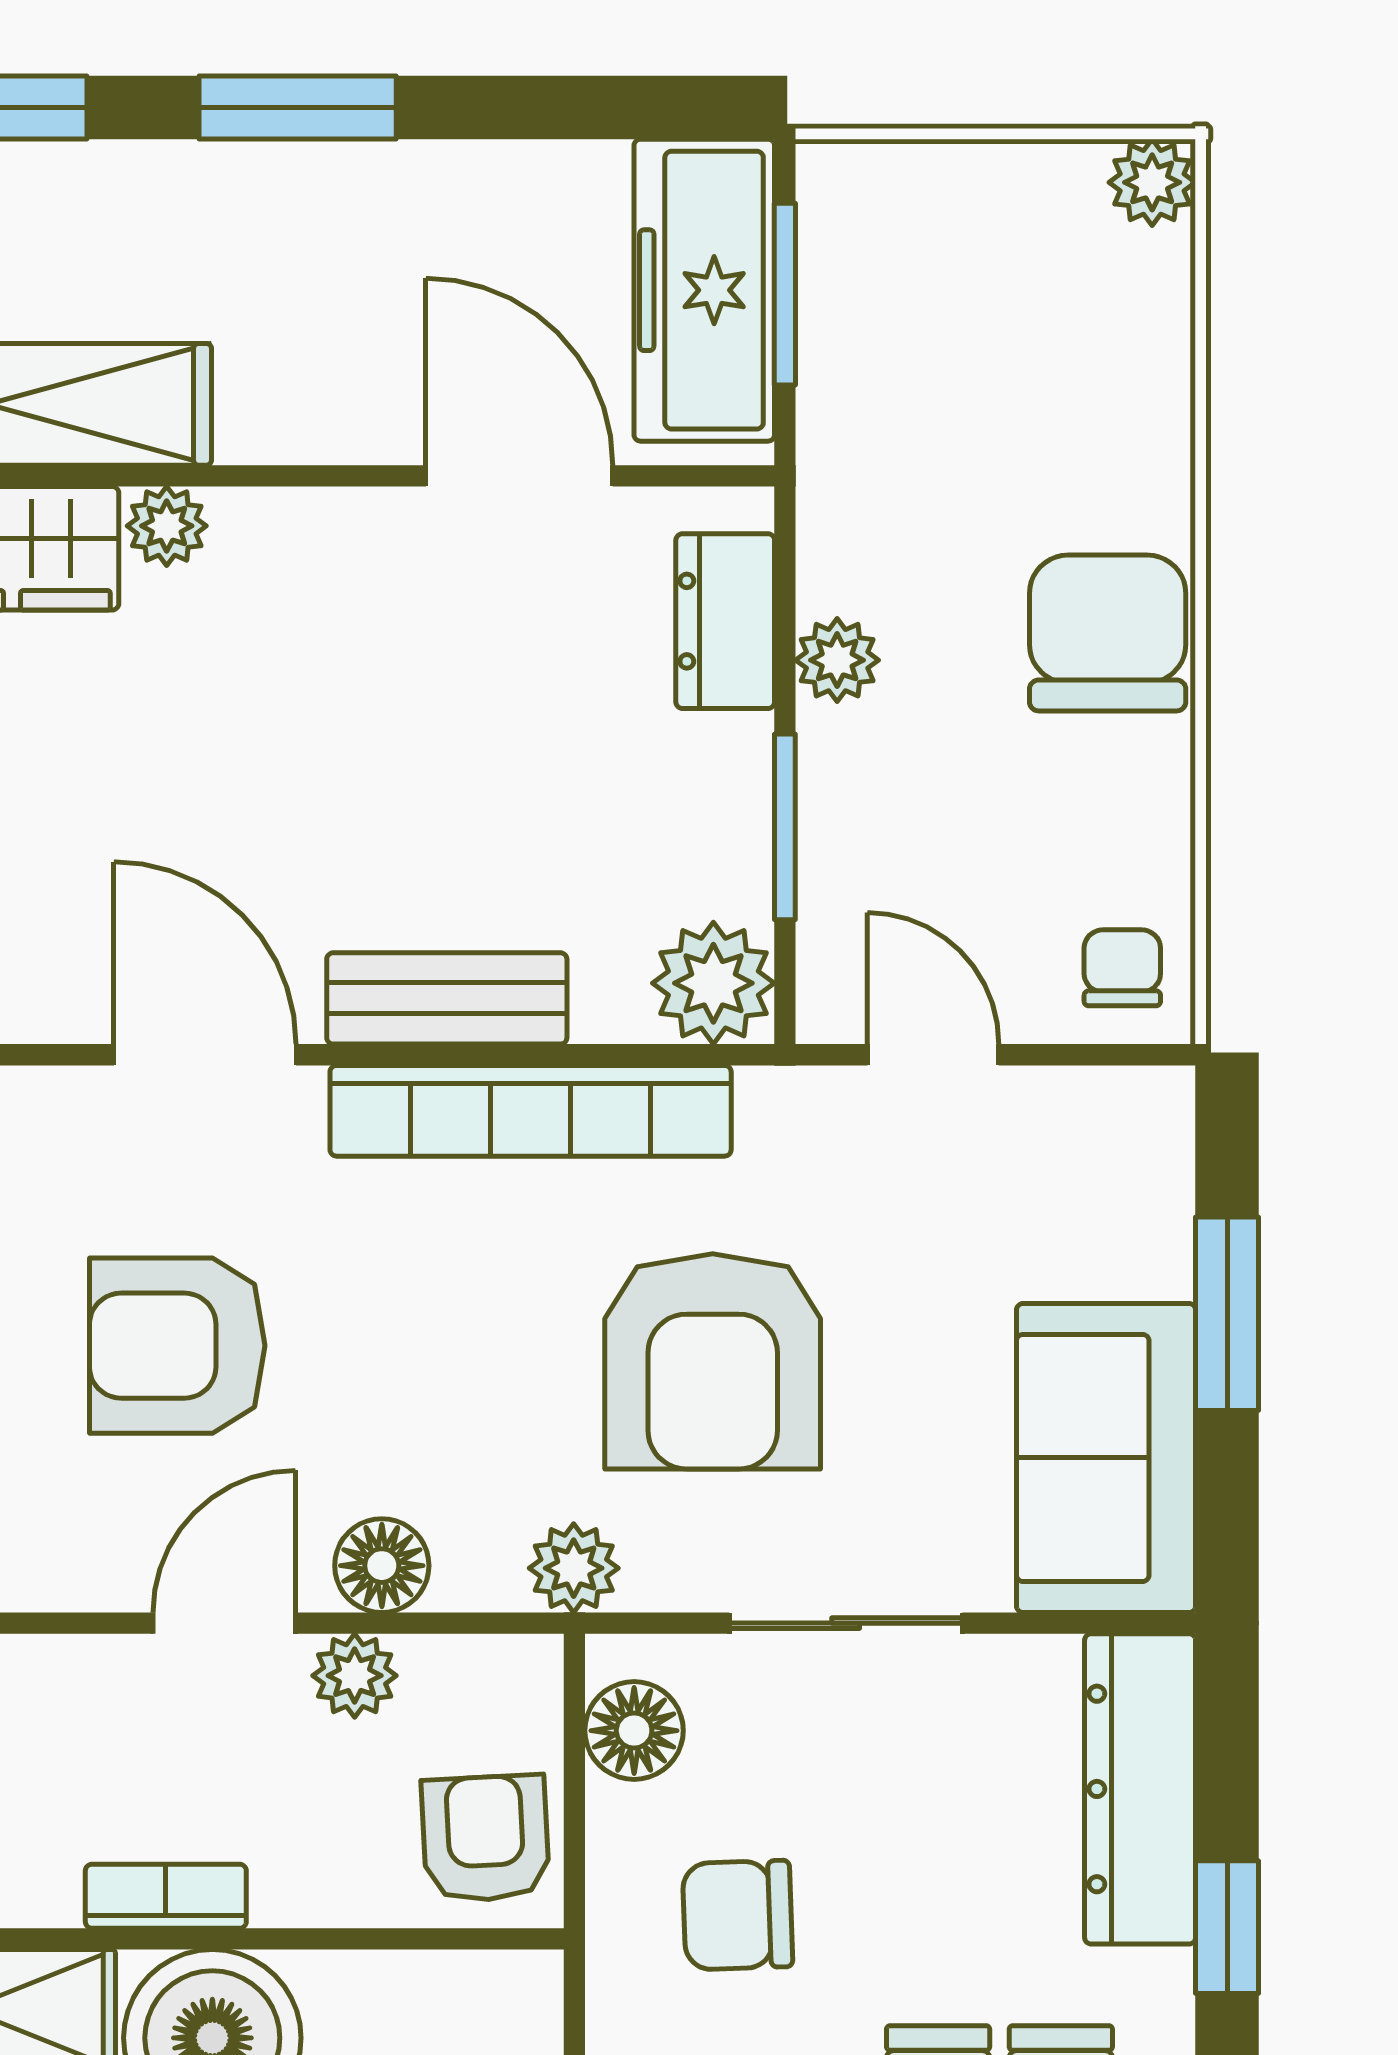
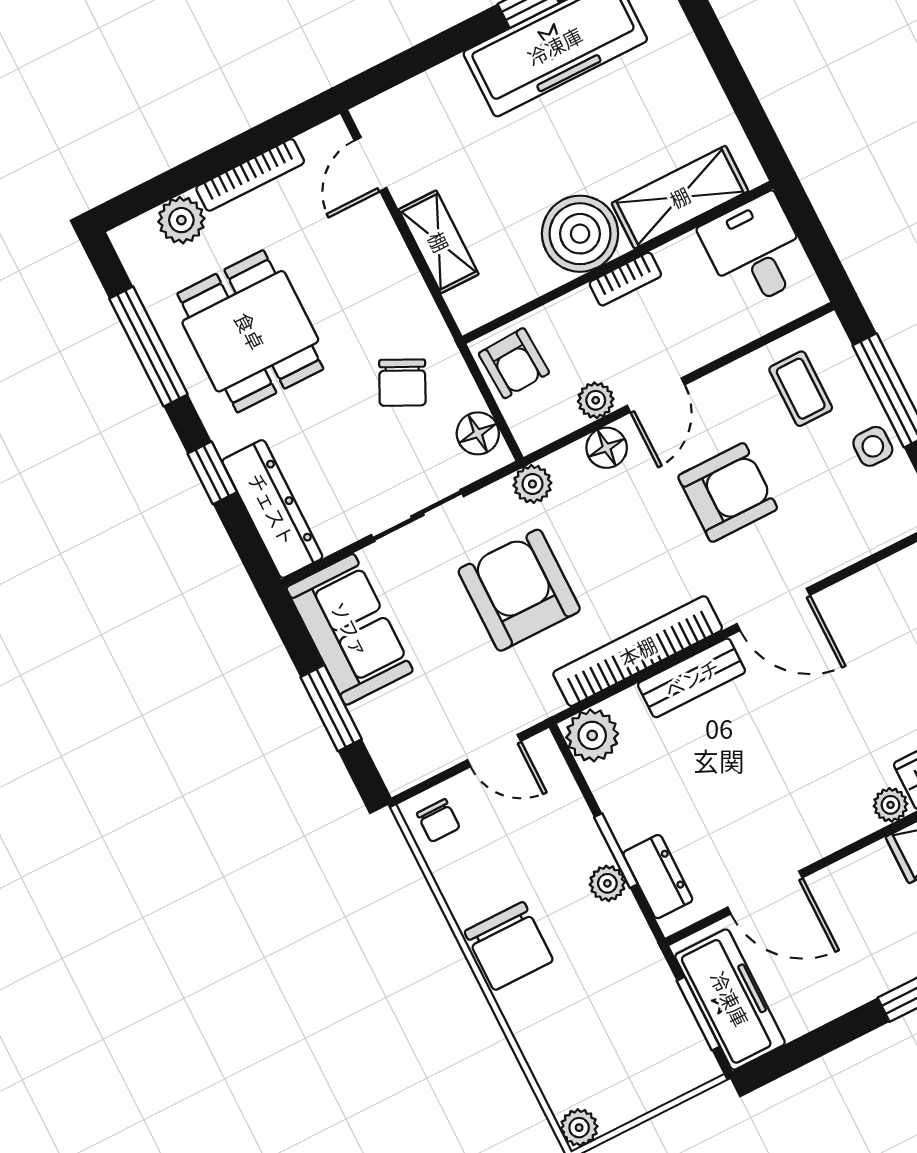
window: (785, 827) -> (616, 851), moved
chair: (738, 1915) -> (402, 383), turned 118

